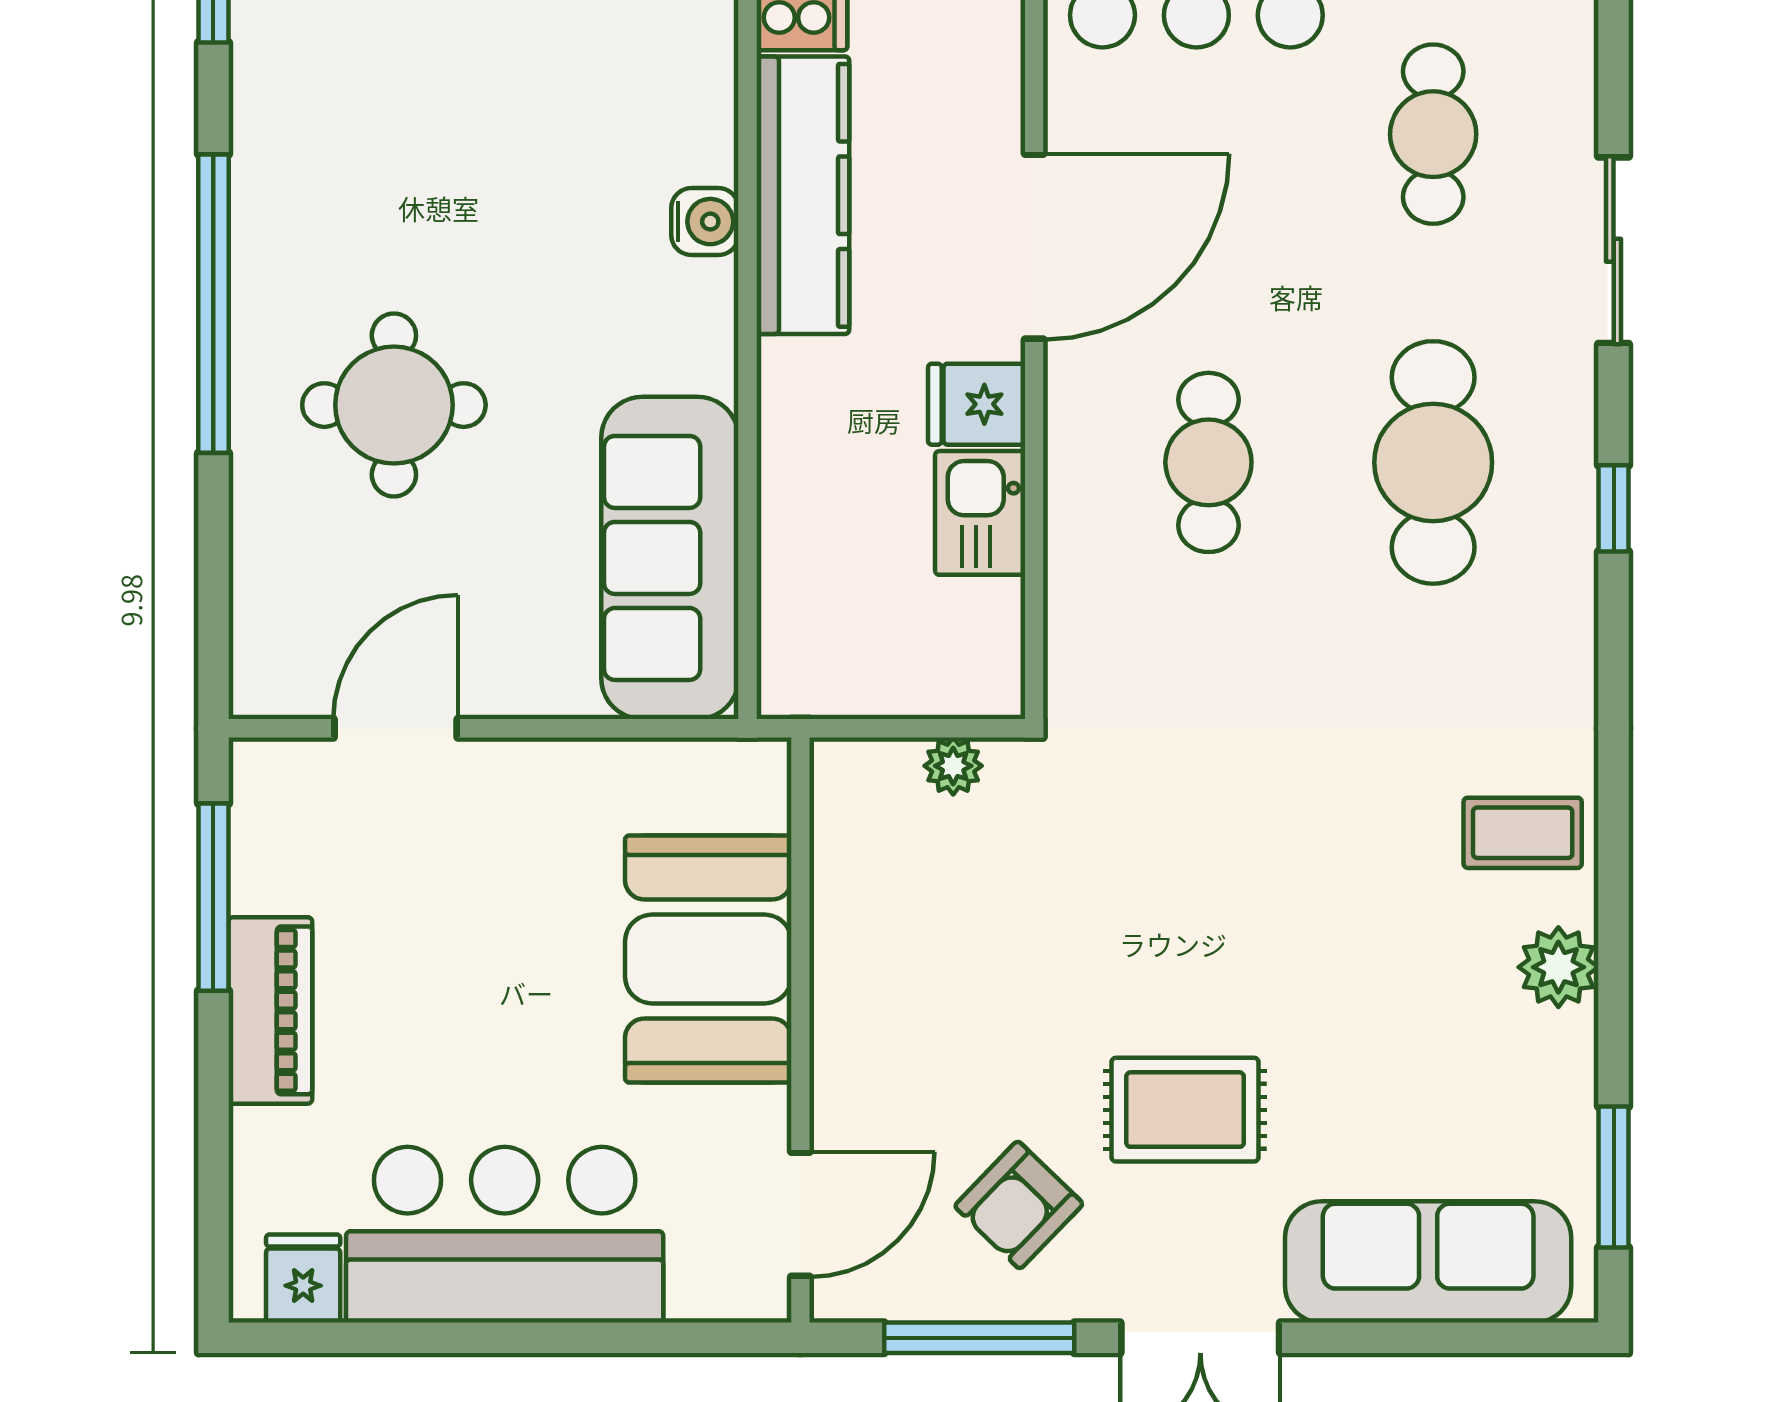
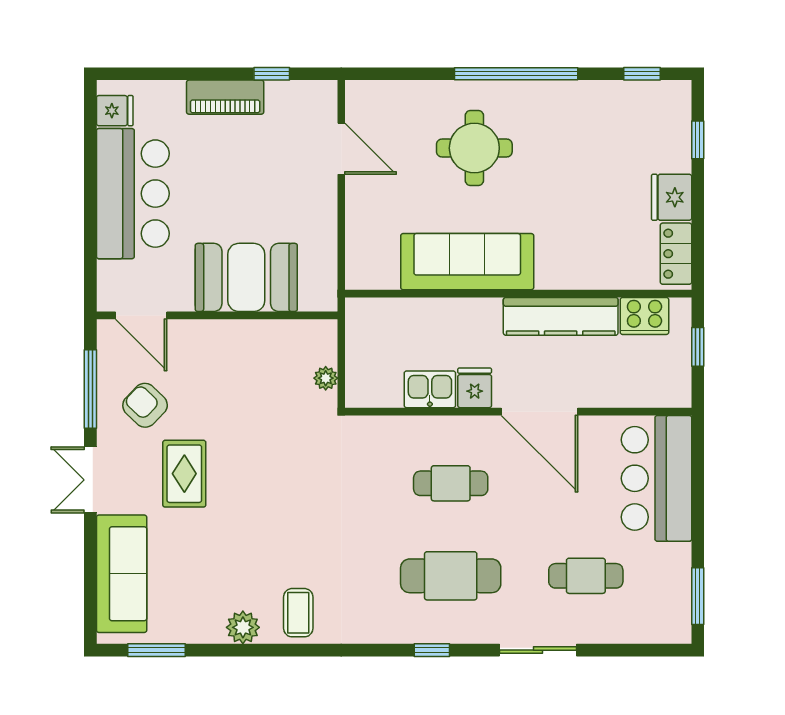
water cooler: (705, 222) -> (550, 276), removed
sofa: (670, 558) -> (467, 262), moved
window: (213, 897) -> (272, 74), width x0.46

